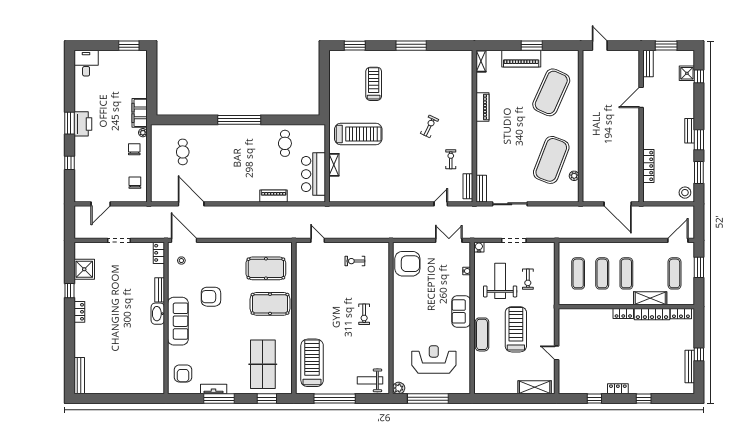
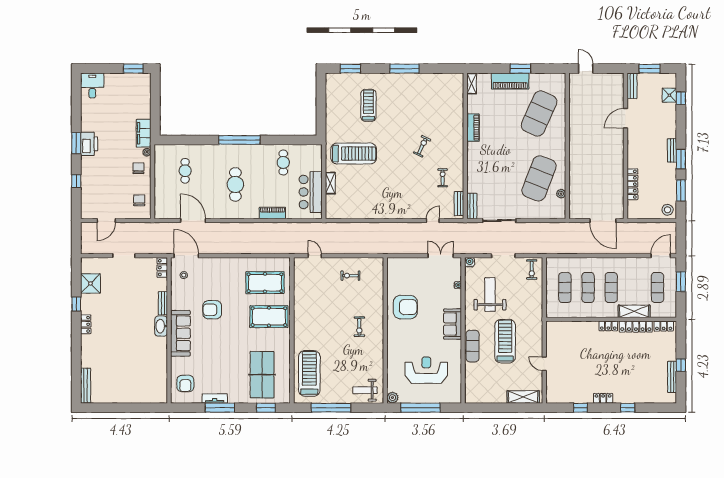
cafe table: (235, 166) -> (235, 184), added
armchair: (407, 264) -> (405, 307), moved
exercise bike: (528, 279) -> (532, 270), moved

